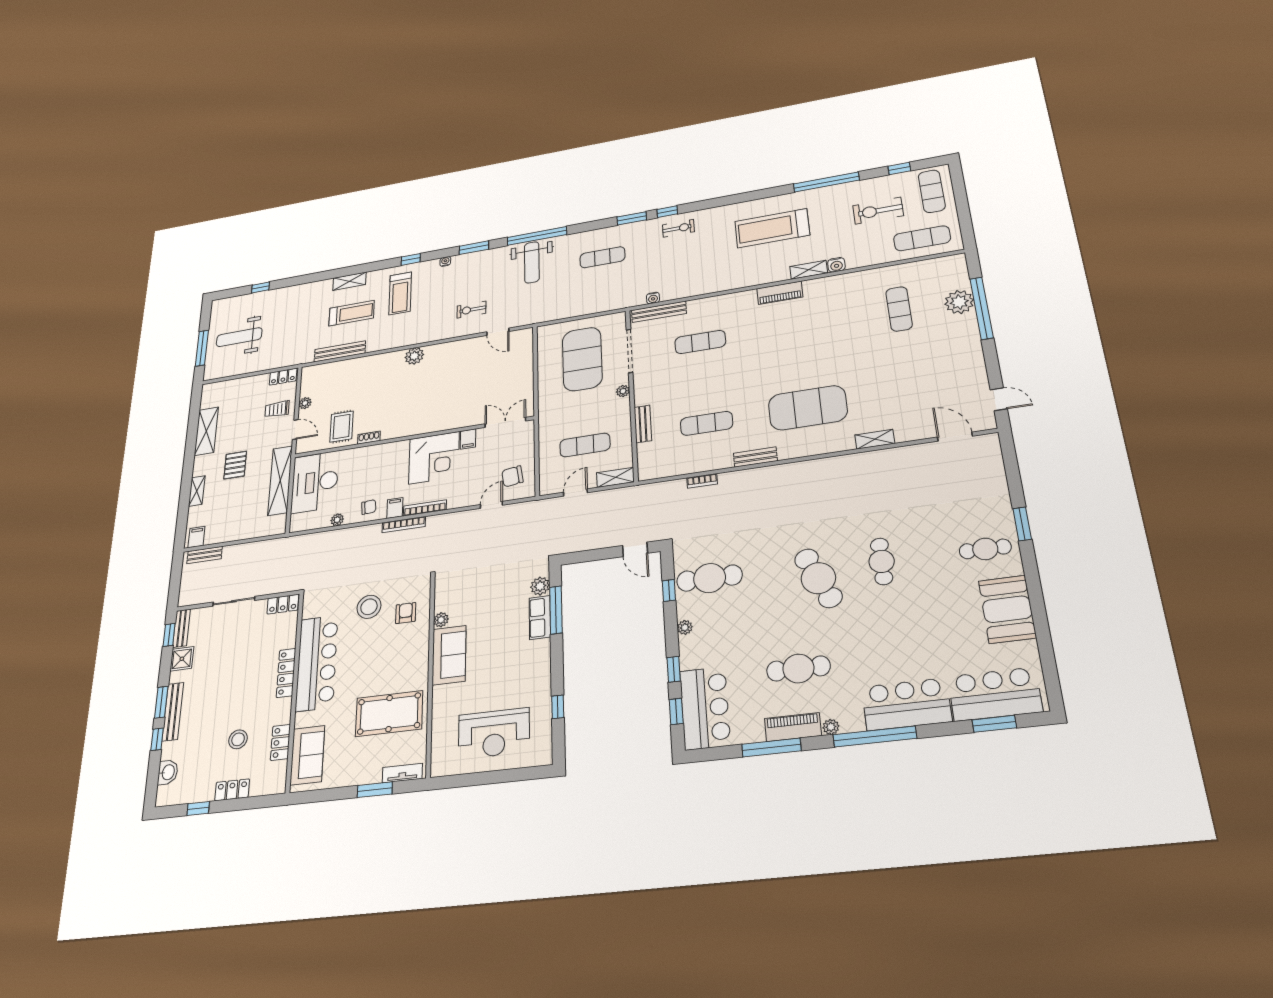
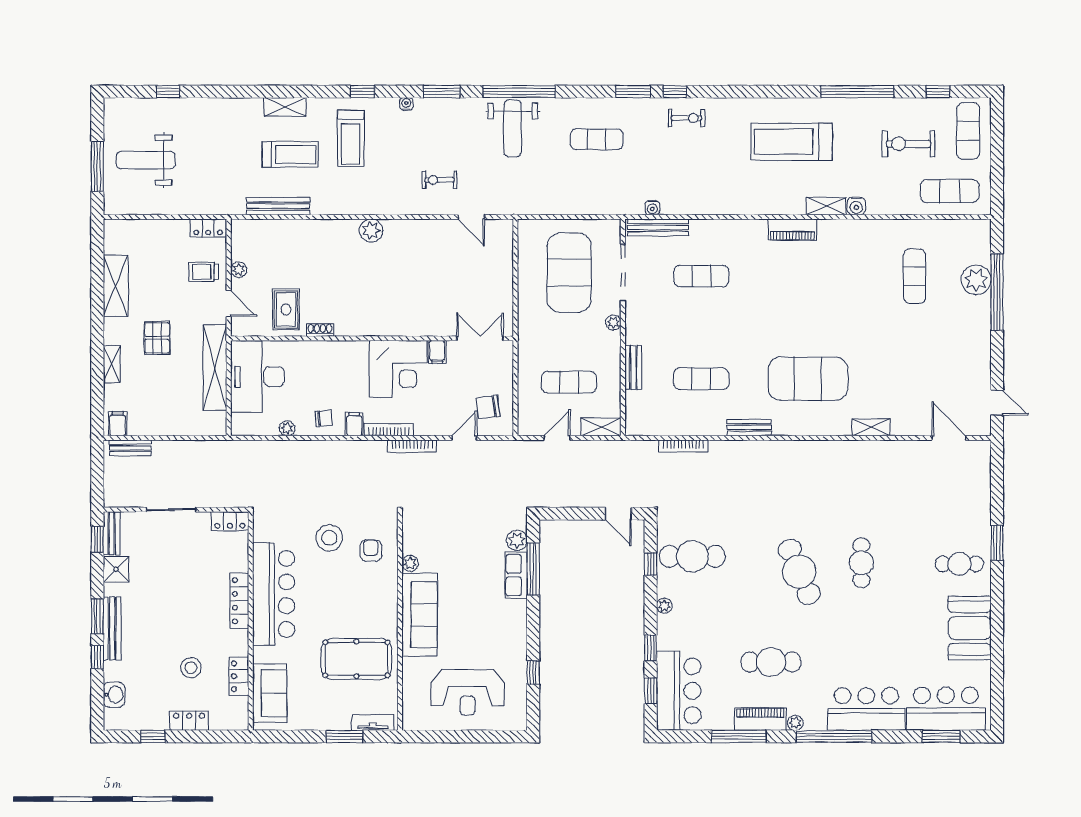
bookcase: (702, 481) -> (683, 446), width x1.56
bookcase: (404, 525) -> (412, 446), moved
sofa: (449, 655) -> (419, 615), width x1.36

